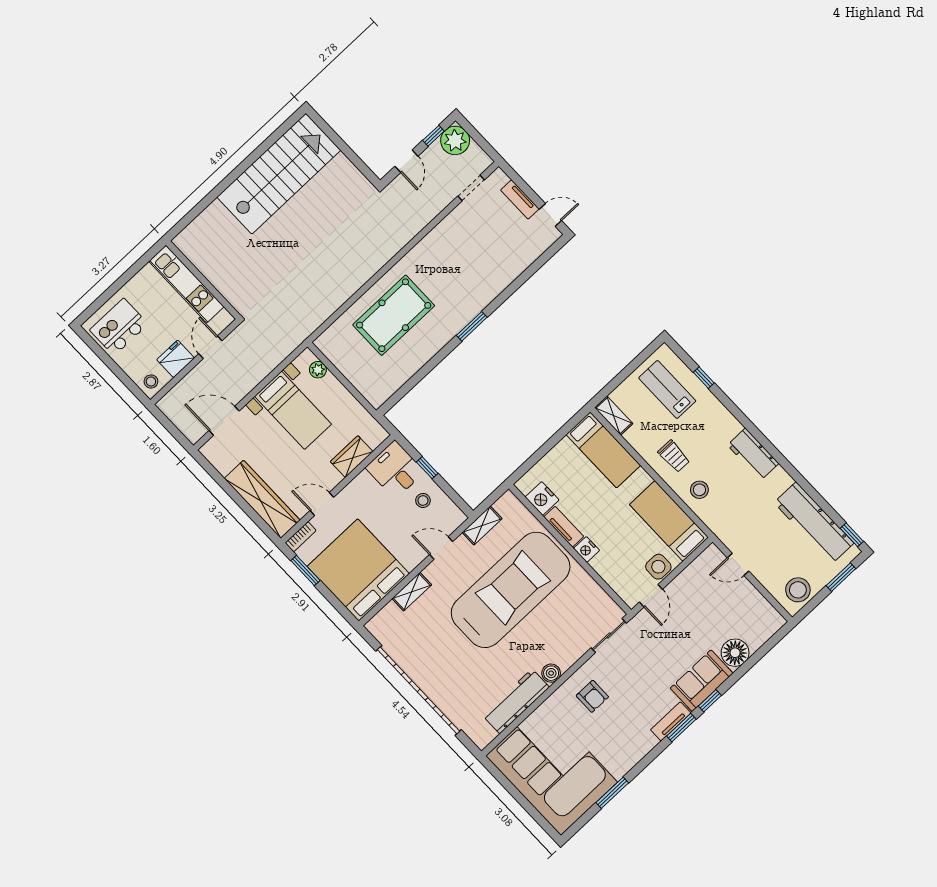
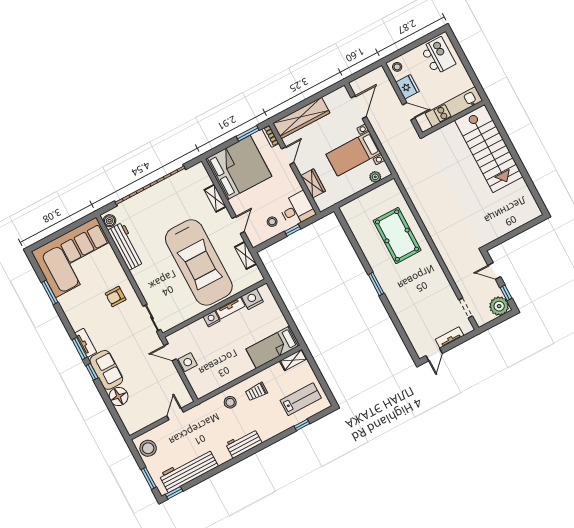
stairs: (279, 174) -> (489, 149), moved
bed: (669, 521) -> (215, 377), removed
boiler: (551, 673) -> (110, 221), moved

